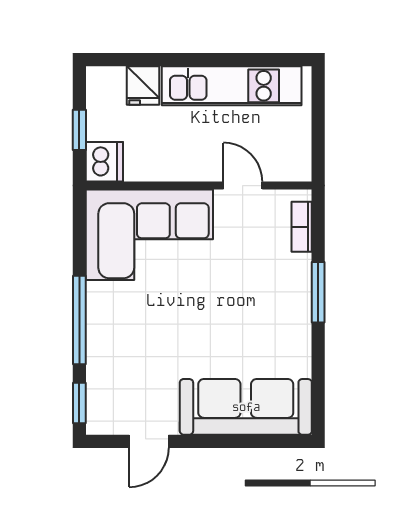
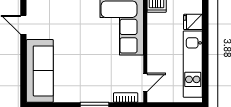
door: (243, 186) -> (145, 82), moved

